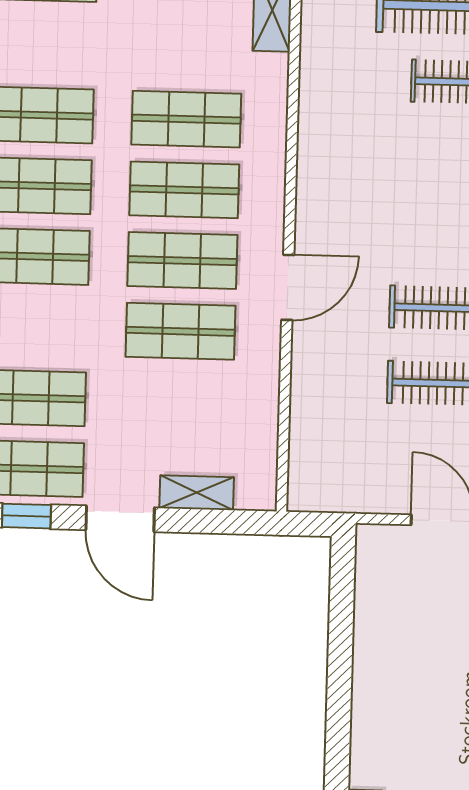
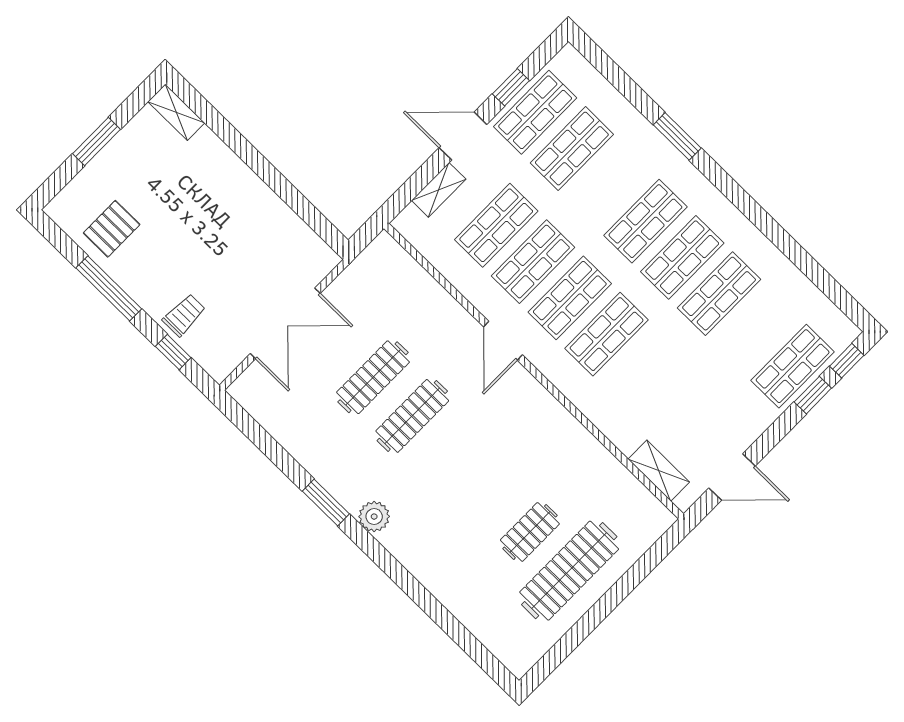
shop shelf: (186, 119) -> (496, 225), moved

